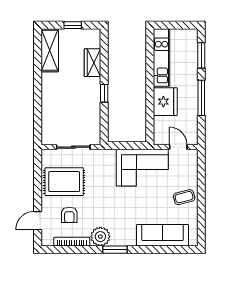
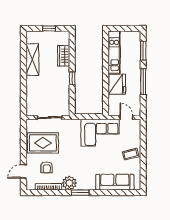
shelving: (50, 50) -> (32, 60), moved

